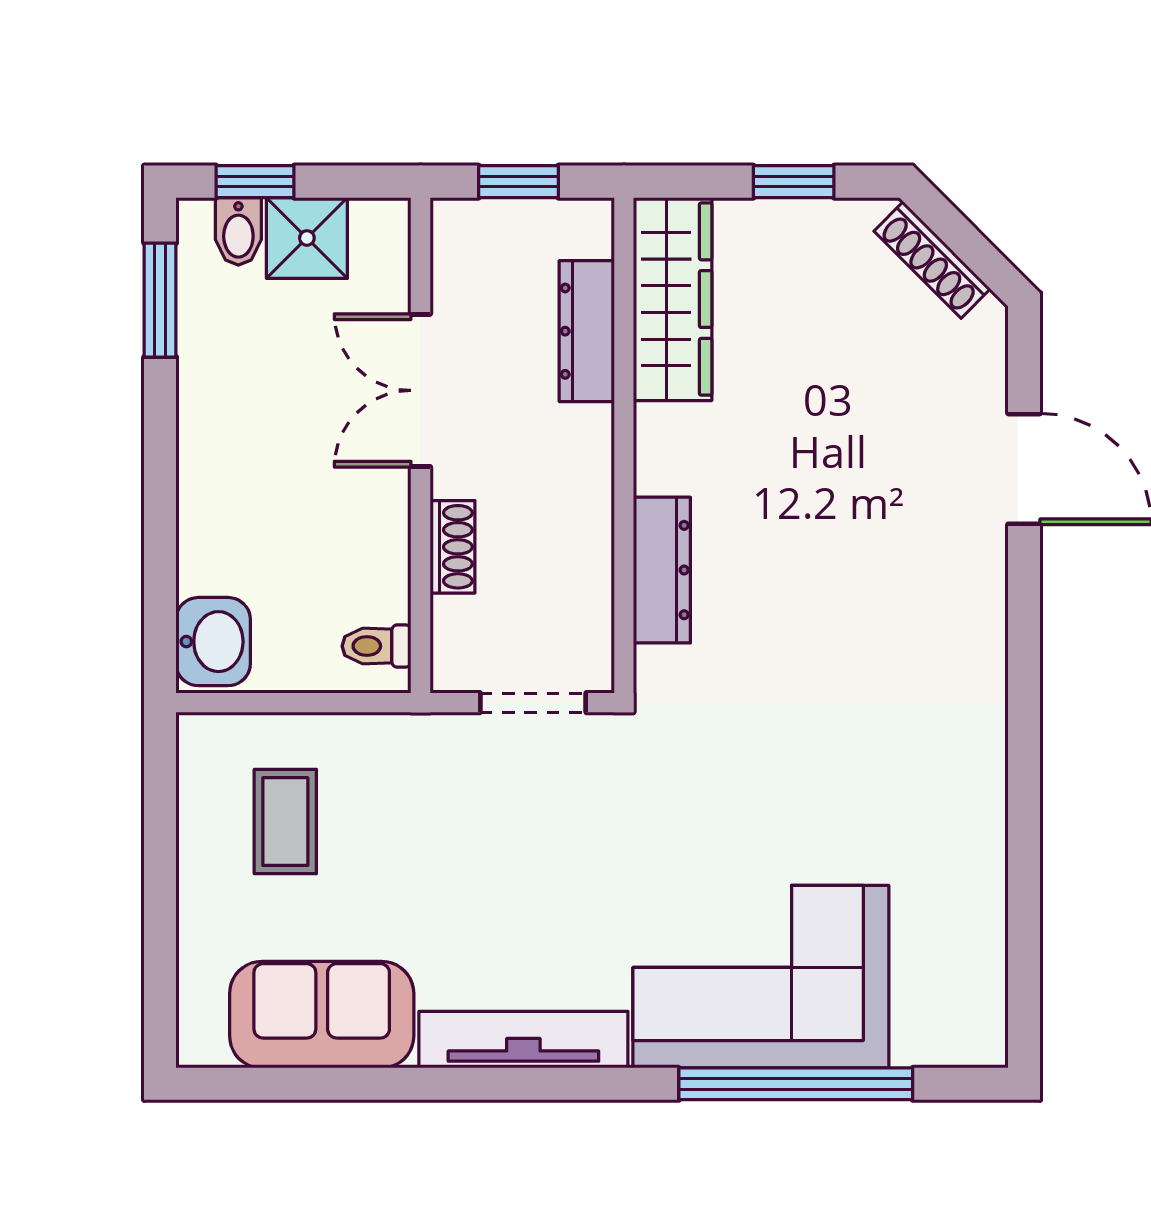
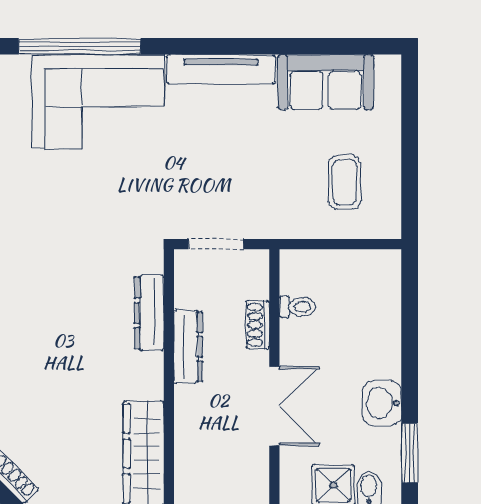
dresser: (587, 331) -> (188, 347), moved
washbasin: (213, 642) -> (382, 403), moved
toilet: (377, 646) -> (297, 307), moved

